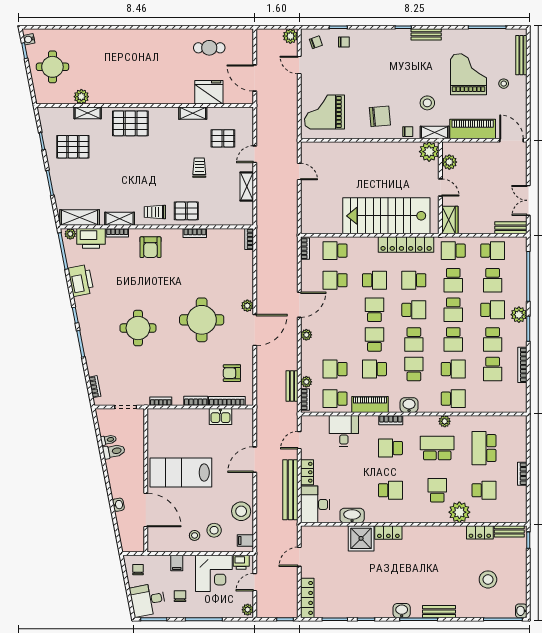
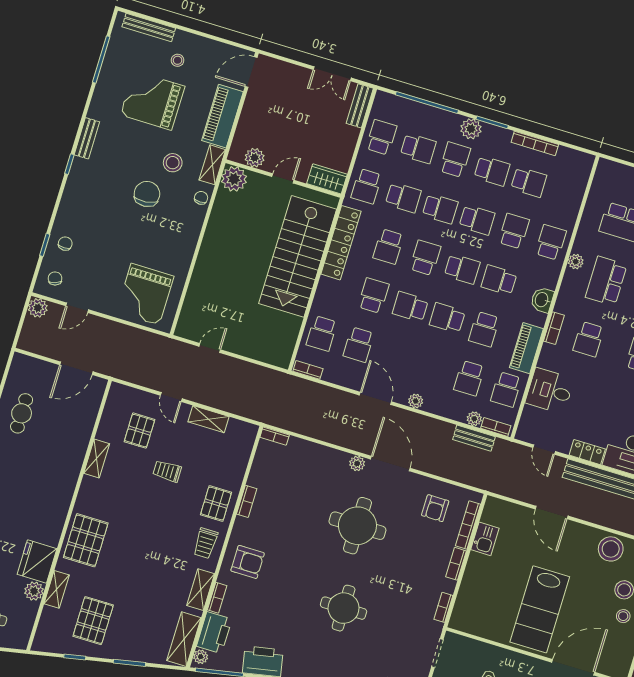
fridge: (209, 92) -> (37, 561), moved
chair: (380, 116) -> (147, 194), moved

